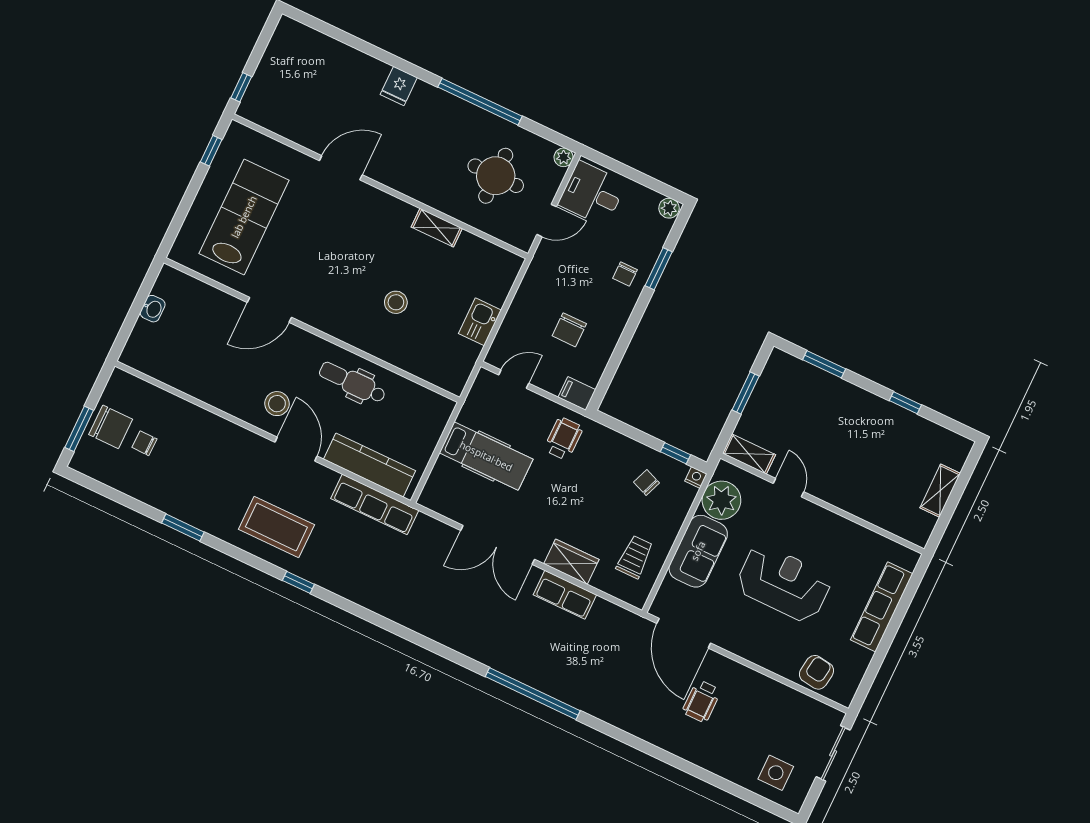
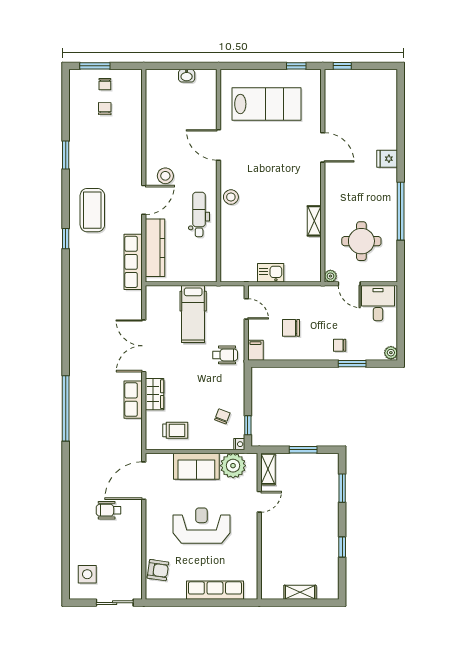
plant: (564, 157) -> (330, 276), moved
stool: (396, 302) -> (231, 197), moved
chair: (111, 427) -> (105, 84), width x0.54, depth x0.54
reception desk: (784, 583) -> (201, 526), turned -90

